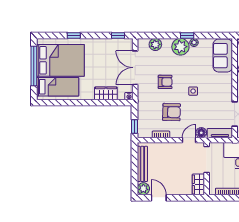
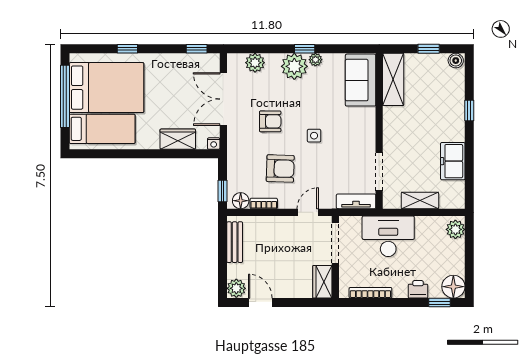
floor lamp: (201, 133) -> (241, 201), moved
bench: (142, 164) -> (235, 242), width x0.73

